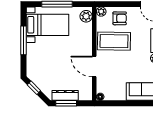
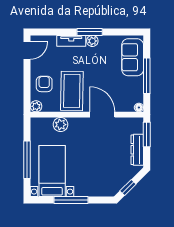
plant: (86, 16) -> (61, 125), moved
door: (94, 66) -> (102, 115), swing flipped
window: (66, 103) -> (147, 134), moved
window: (126, 103) -> (147, 76), added

